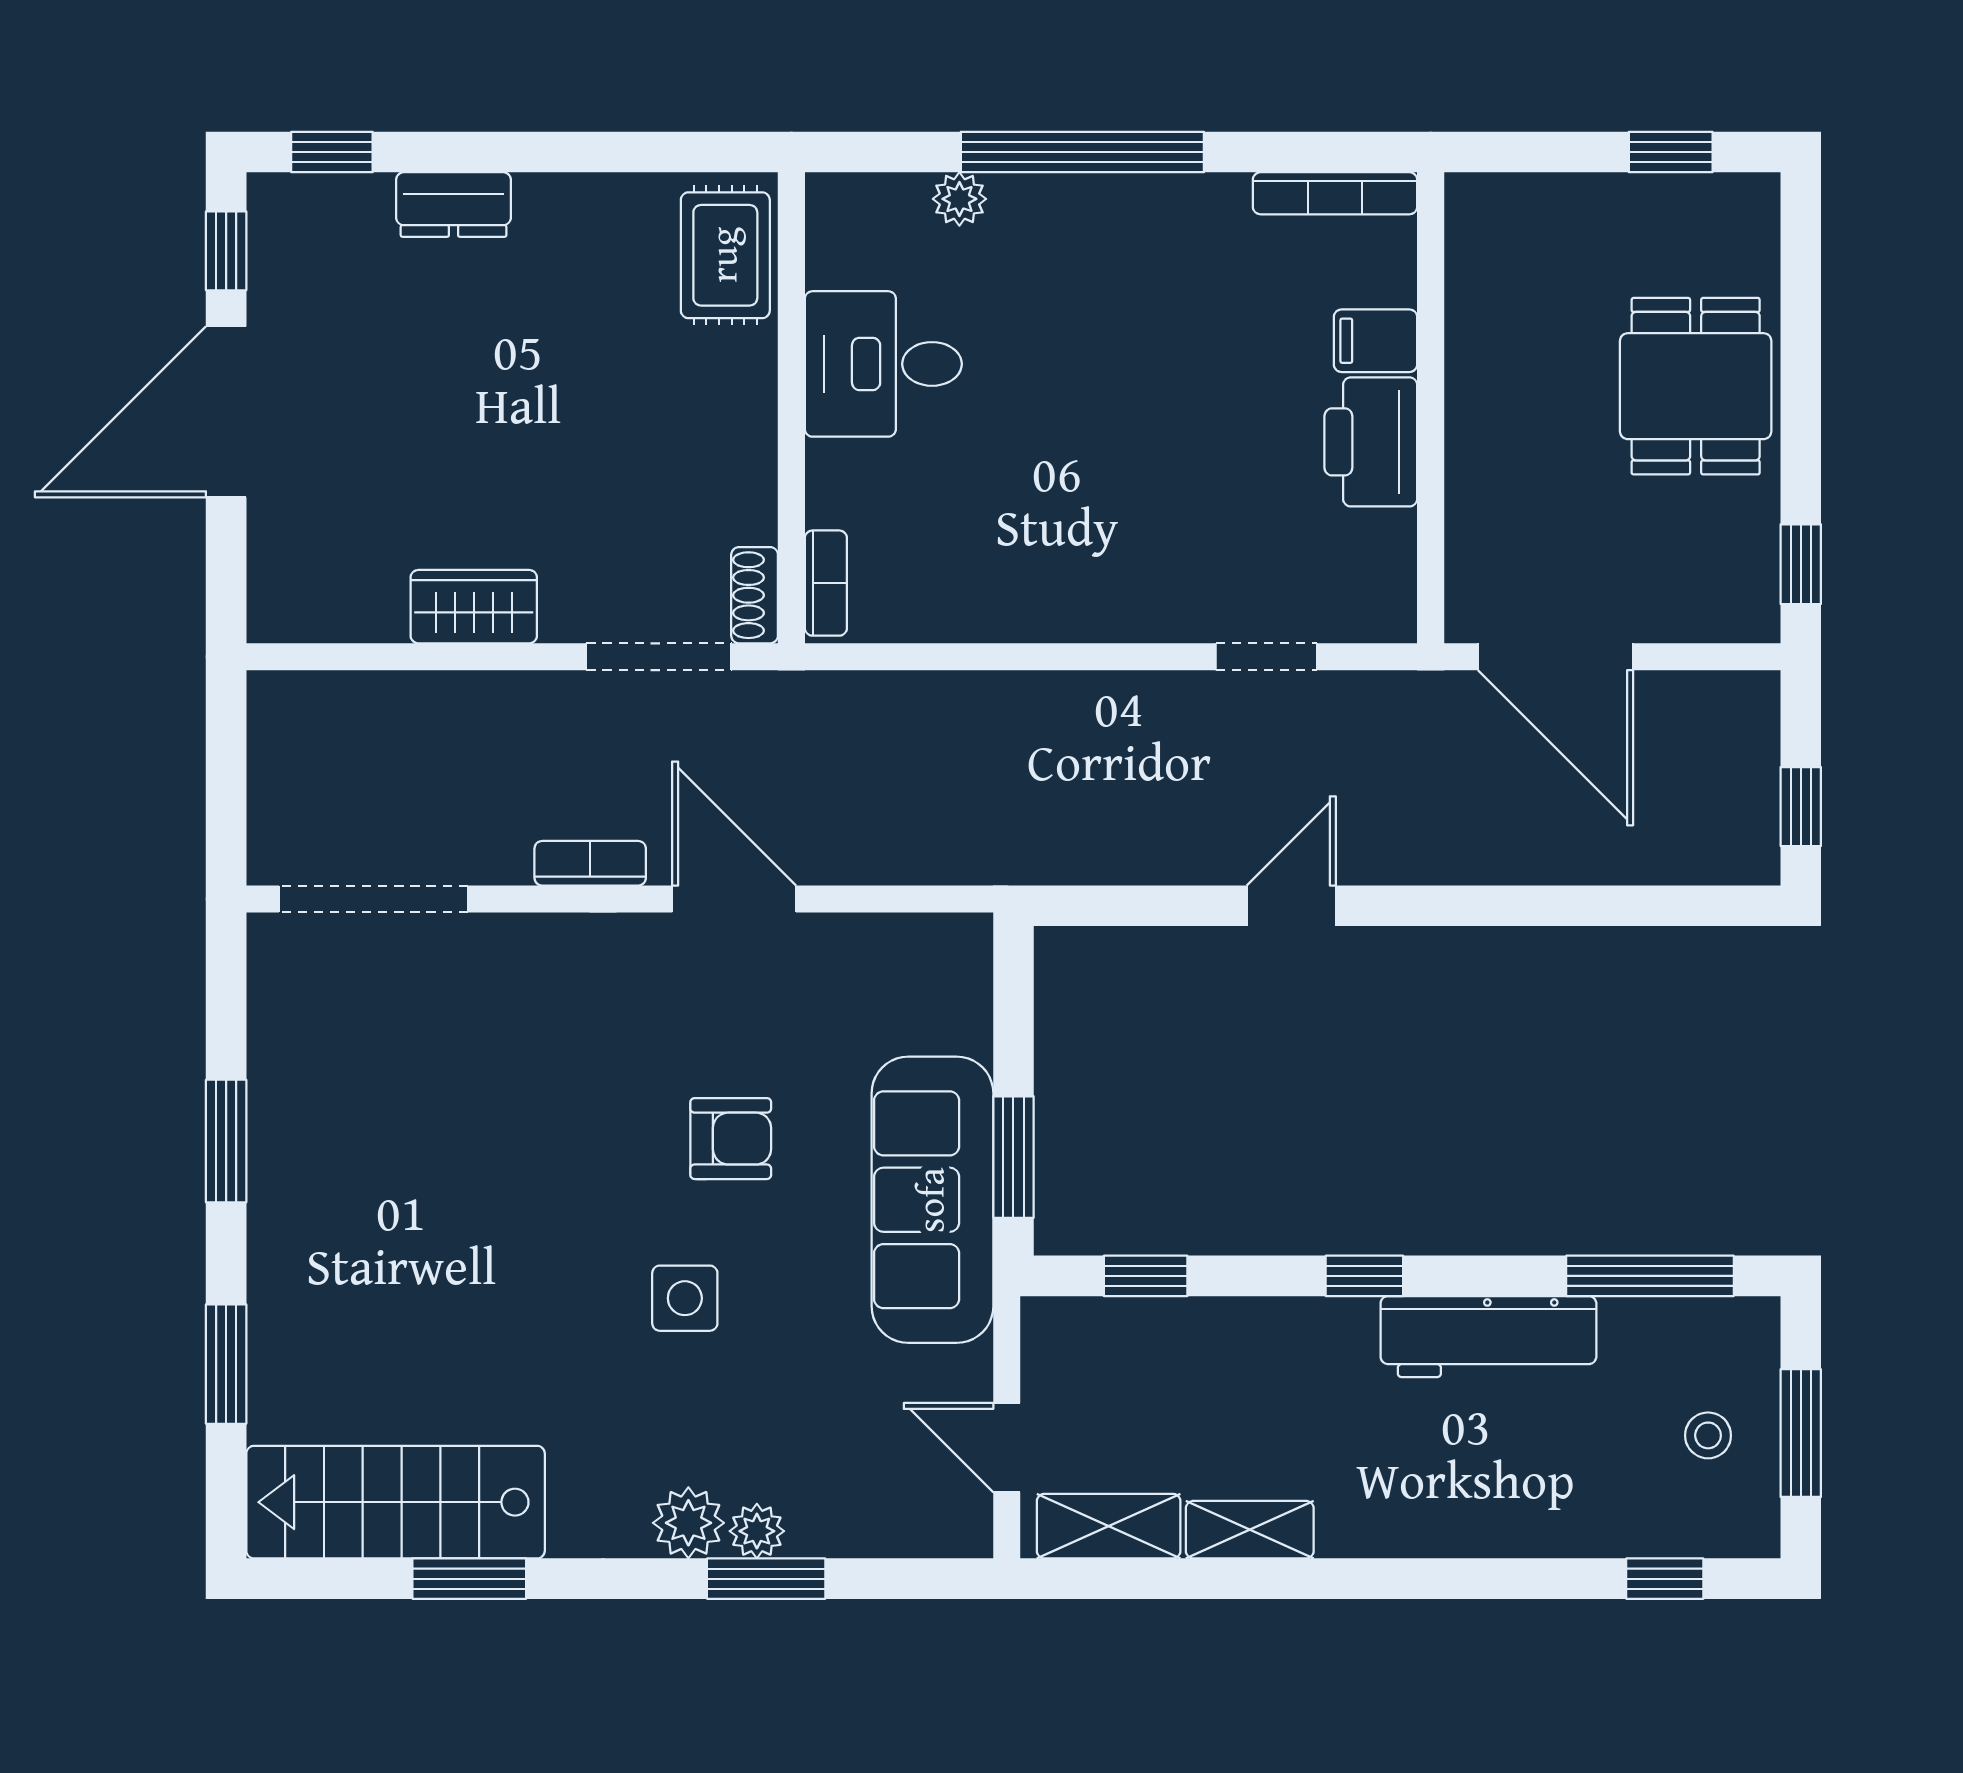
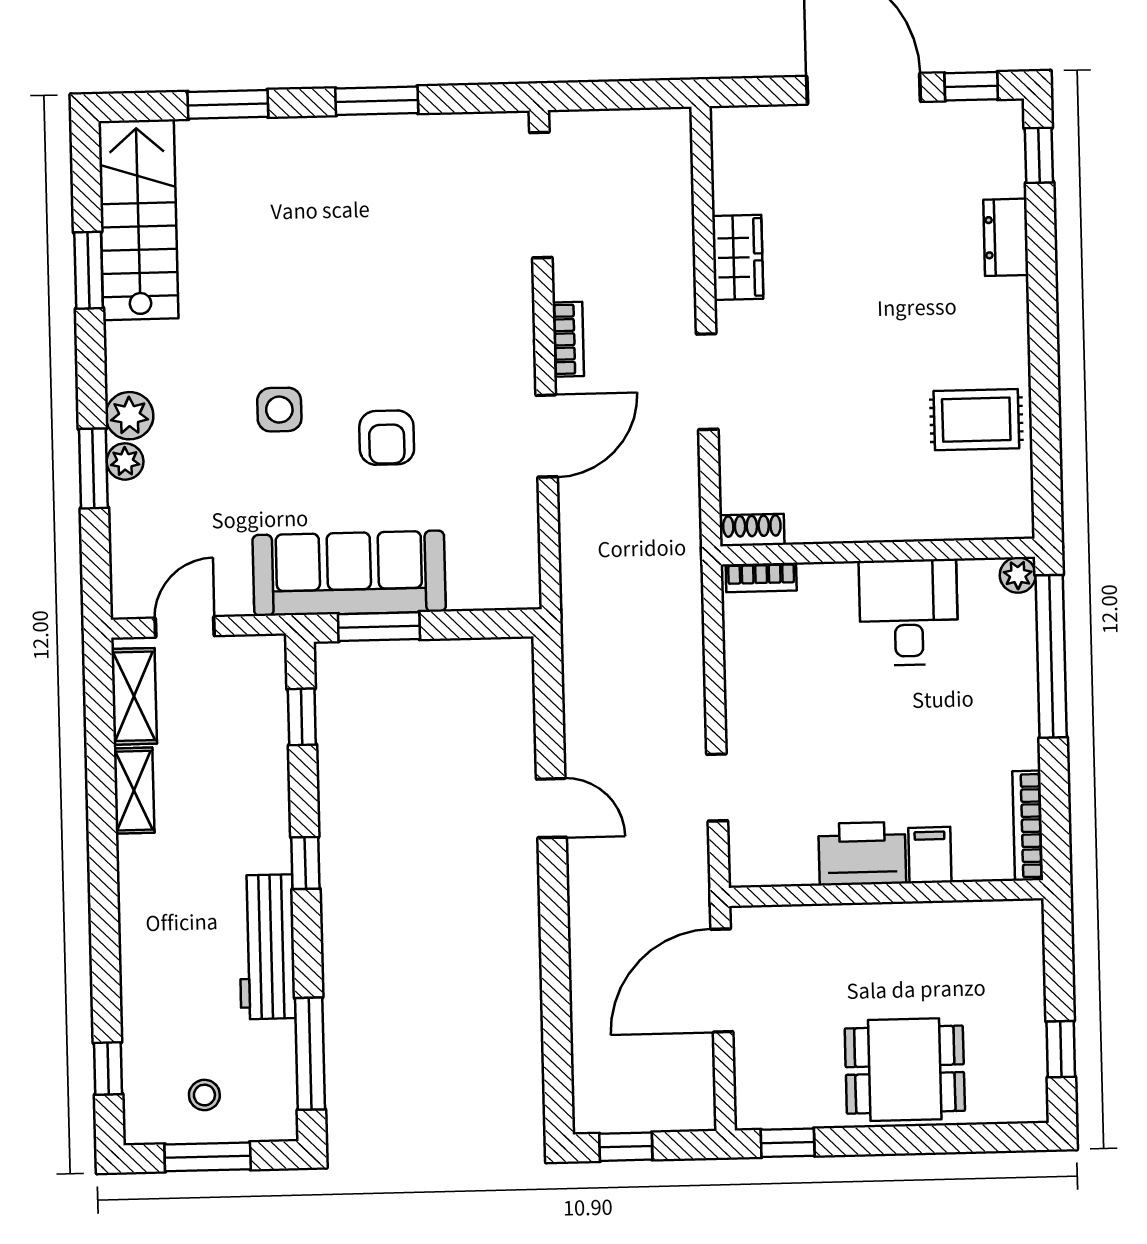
desk: (883, 364) -> (908, 612), moved
wall: (791, 408) -> (878, 552), moved
bookcase: (826, 583) -> (761, 577), moved
shoe rack: (755, 595) -> (752, 530), moved

